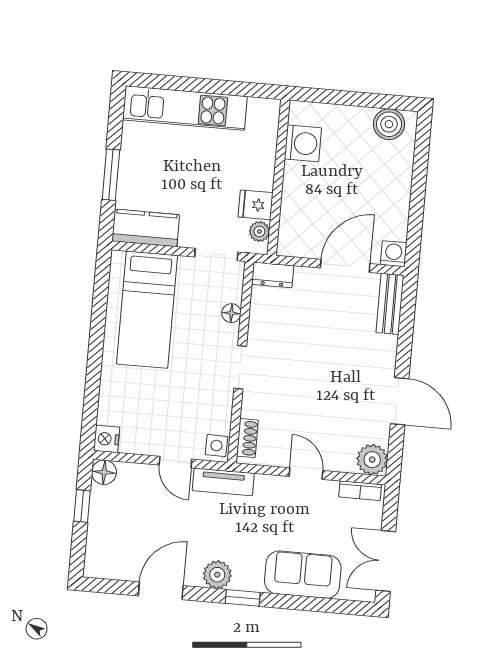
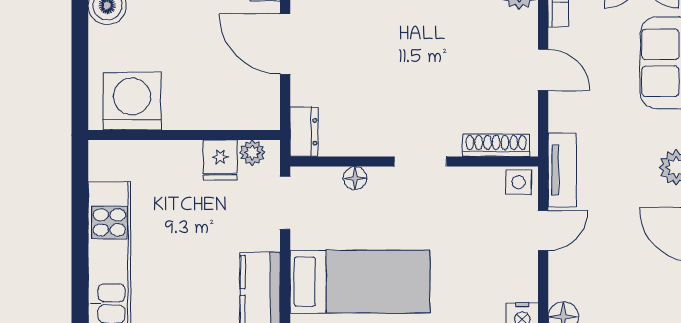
washing machine: (303, 143) -> (132, 101), width x1.37, depth x1.37
shoe rack: (247, 438) -> (496, 145), width x1.43
door: (306, 474) -> (543, 70), swing flipped

